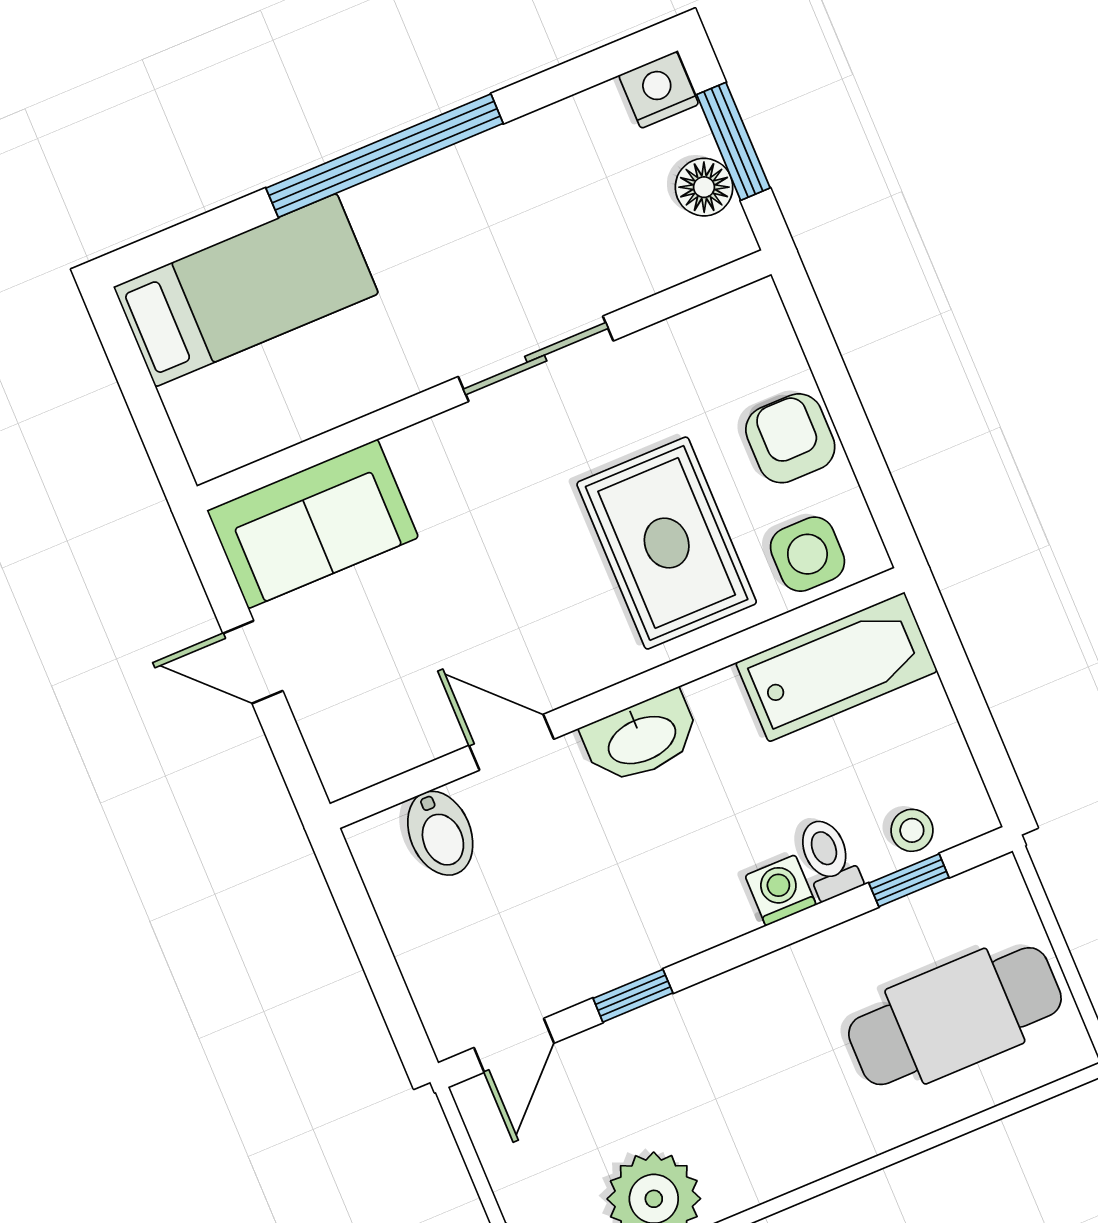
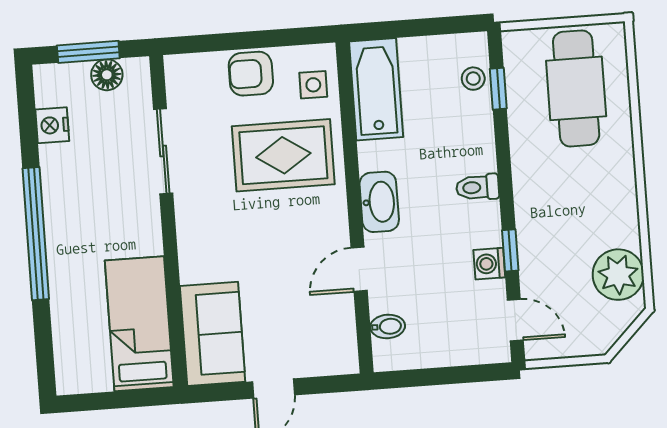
nightstand: (659, 90) -> (52, 125), moved
bed: (246, 290) -> (139, 324), moved
sliding door: (536, 359) -> (163, 151), moved
side table: (807, 554) -> (313, 85), width x0.73, depth x0.73
bidet: (440, 833) -> (388, 326), width x0.72, depth x0.74
toilet: (828, 858) -> (478, 187), moved
washing machine: (781, 890) -> (489, 264), moved

